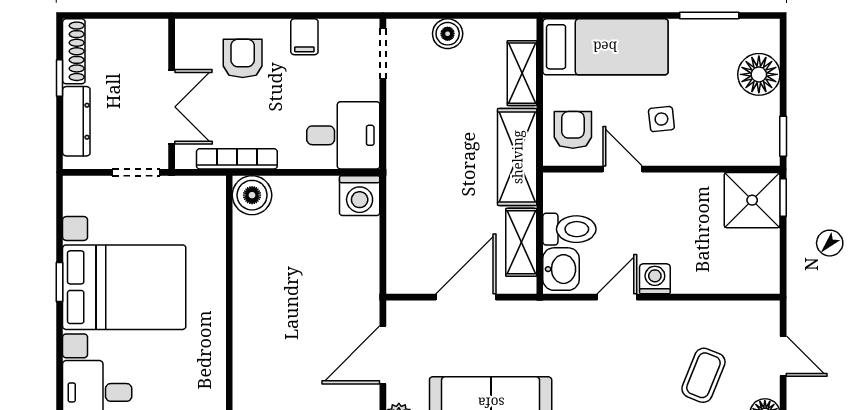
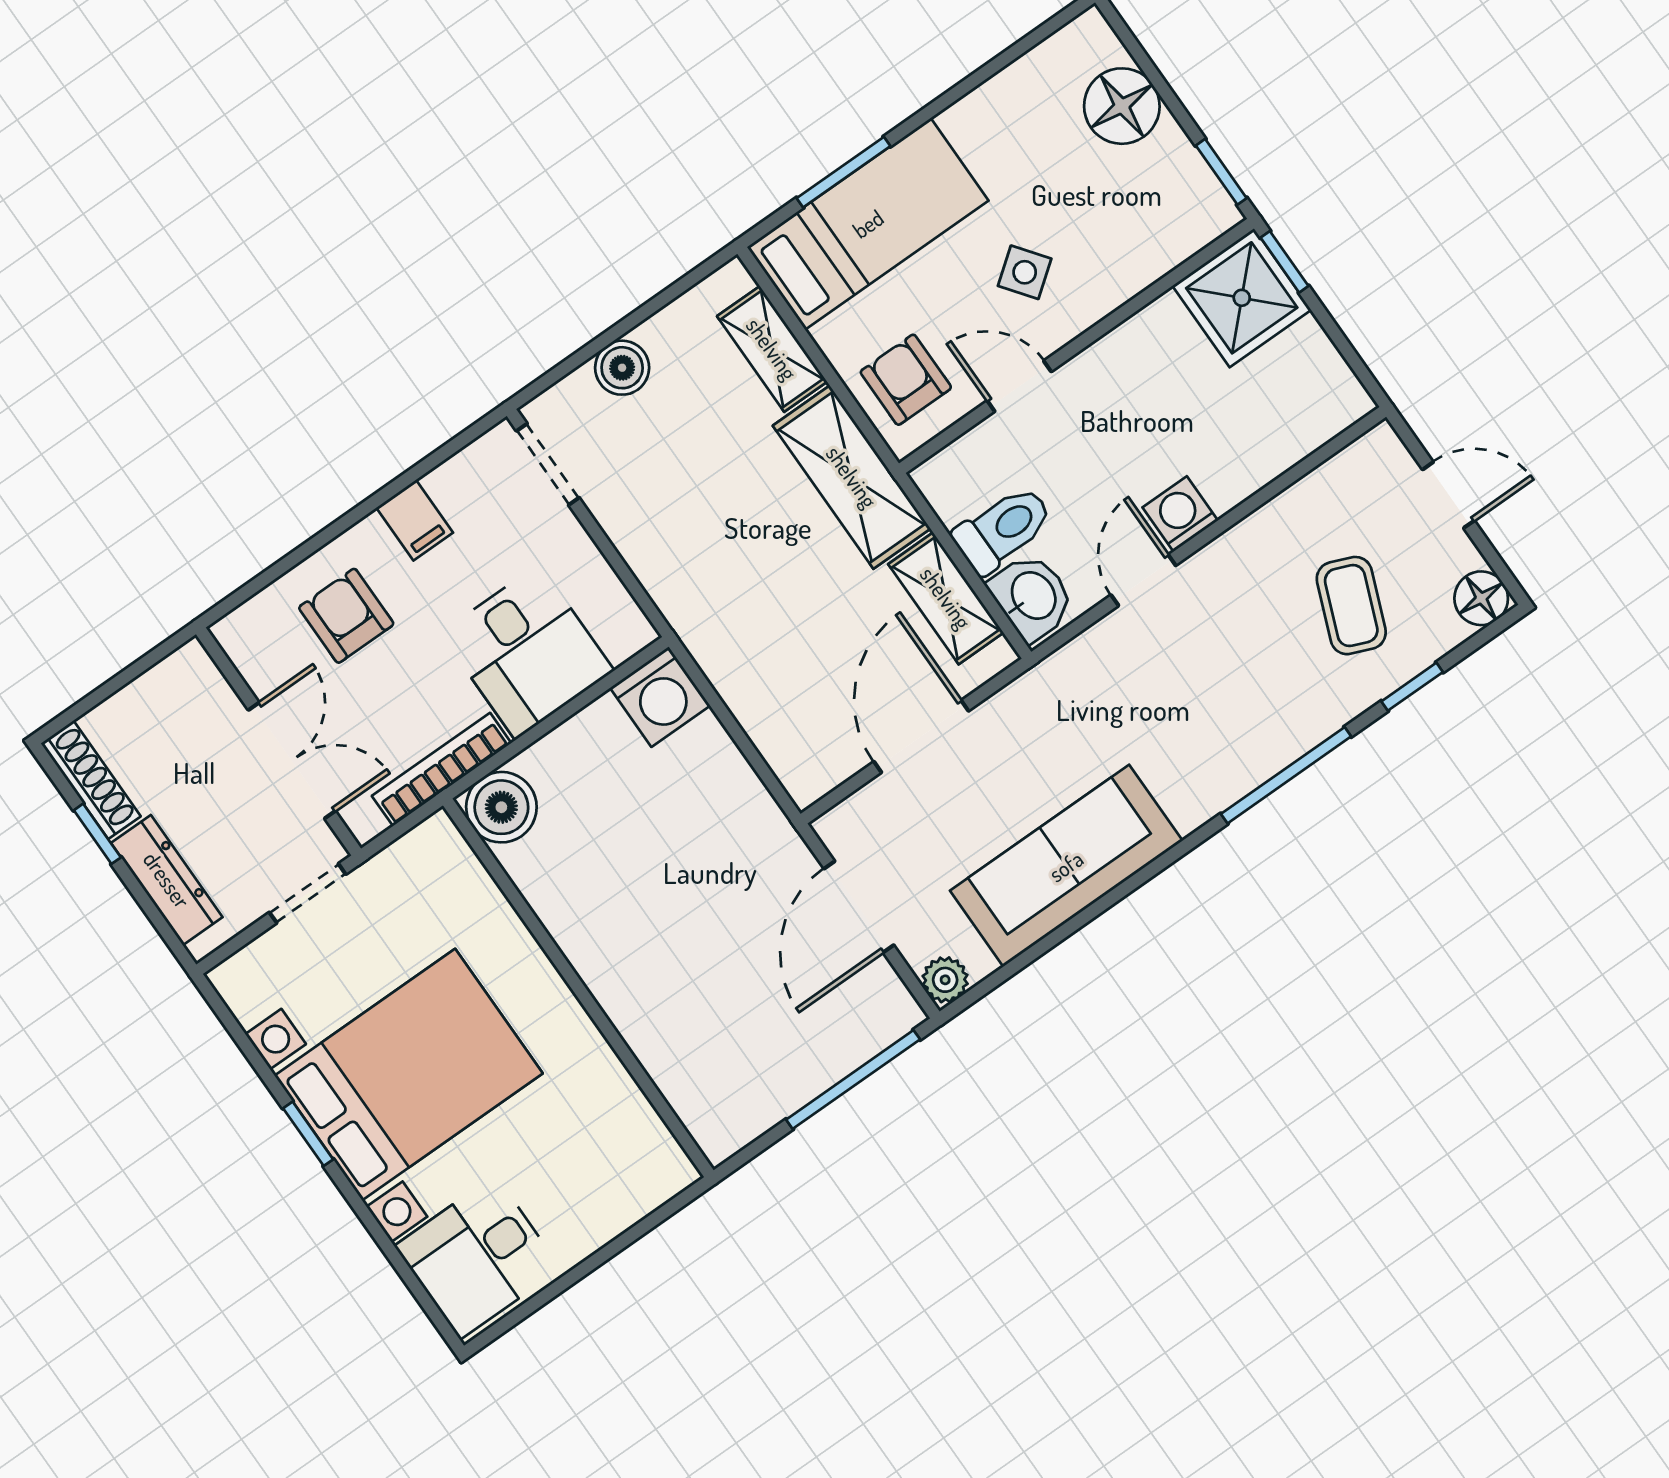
window: (709, 15) -> (843, 172), moved
side table: (661, 119) -> (1025, 272), turned -31
desk: (343, 135) -> (527, 652), moved, turned 90

